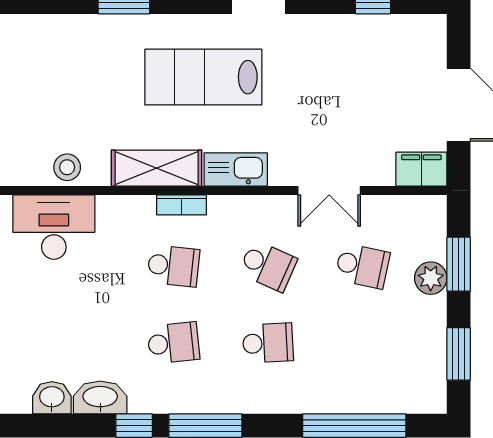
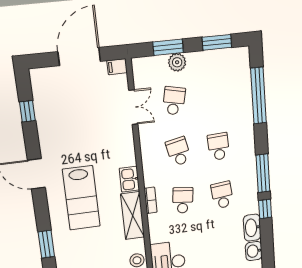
kitchen sink: (236, 169) -> (129, 179), width x0.73
filing cabinet: (421, 169) -> (117, 67), width x0.50
double door: (329, 191) -> (133, 107), moved
school desk: (268, 266) -> (178, 151), turned -36

